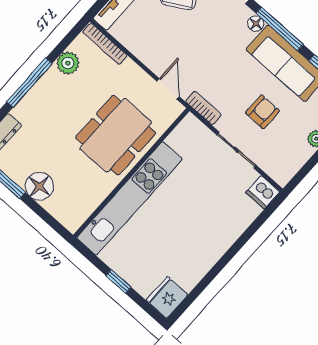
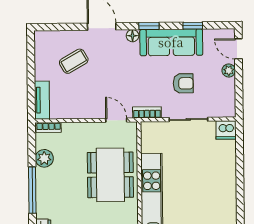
window: (279, 29) -> (149, 26), width x0.46
bookcase: (105, 44) -> (49, 128), width x0.64
armchair: (262, 112) -> (183, 83), turned 90

